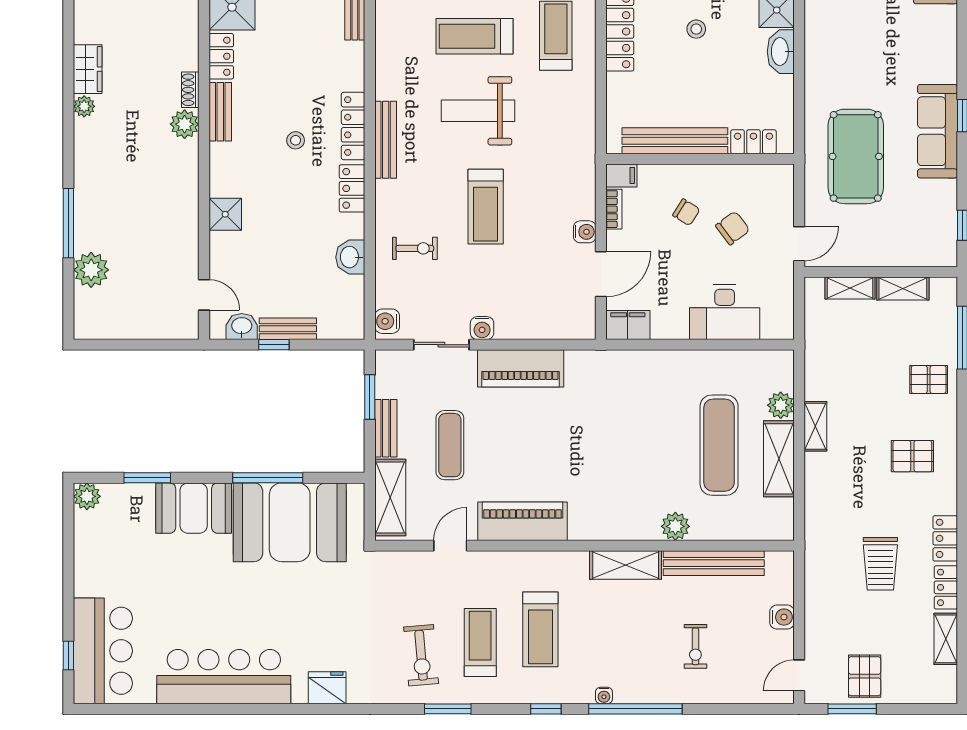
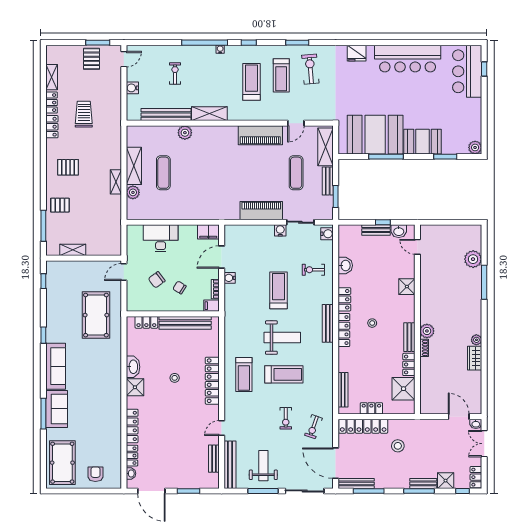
sofa: (937, 131) -> (56, 366), moved
shelving: (850, 288) -> (99, 250), removed
exercise mat: (719, 445) -> (163, 173), width x0.73, depth x0.69

